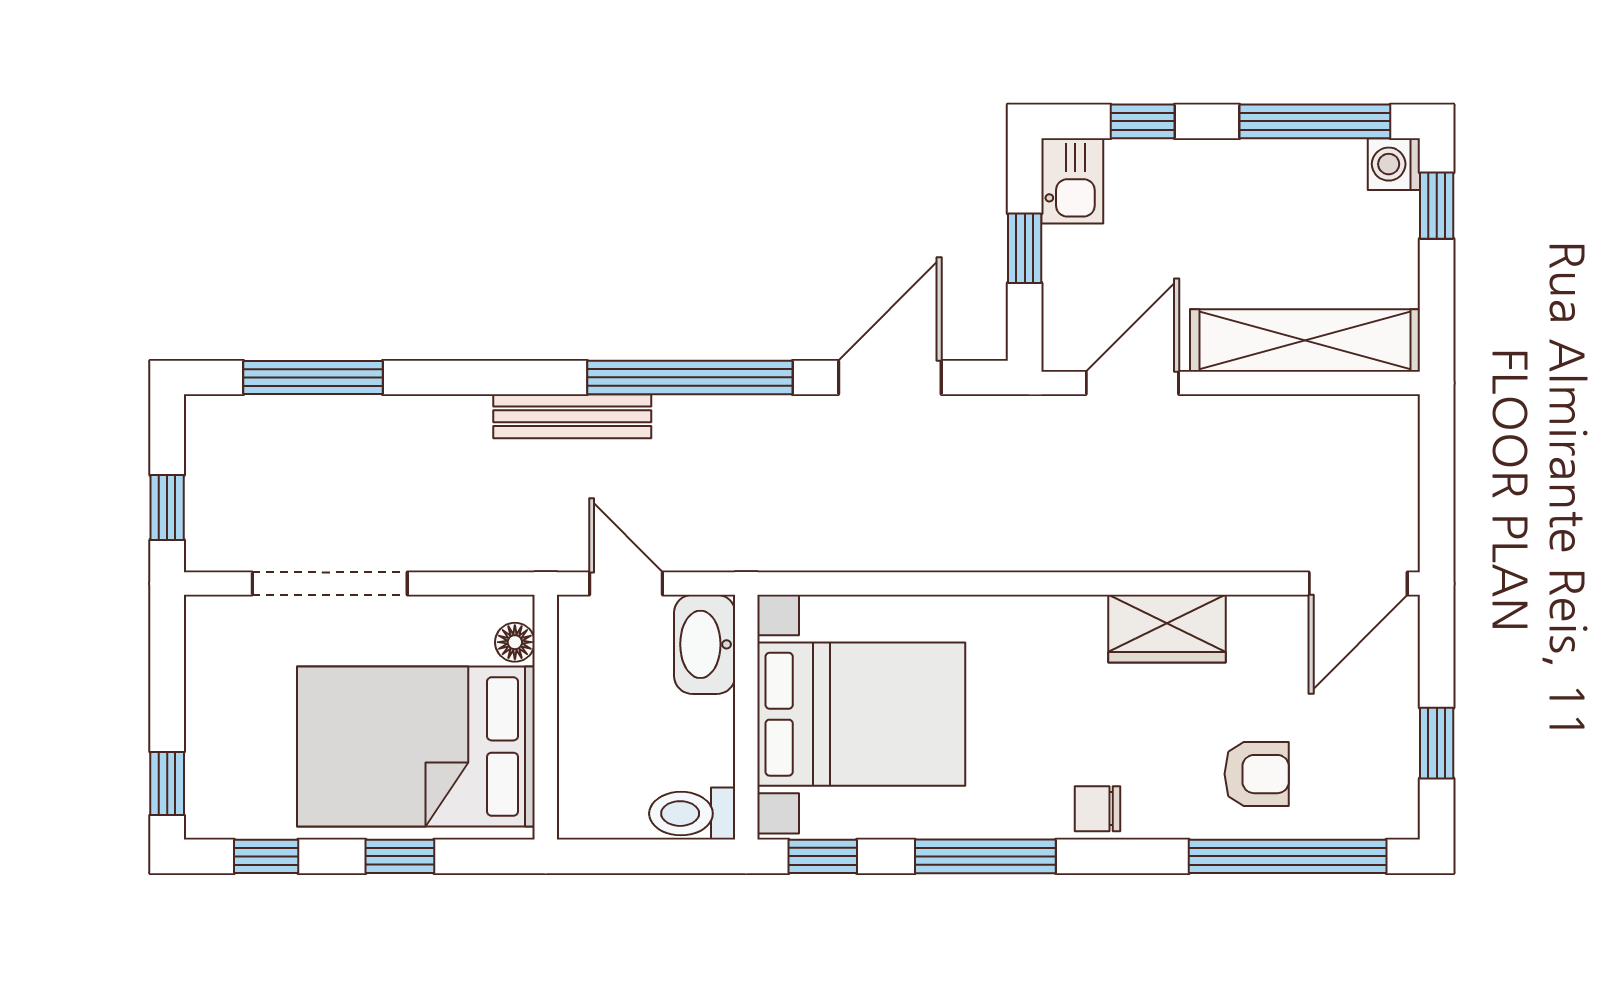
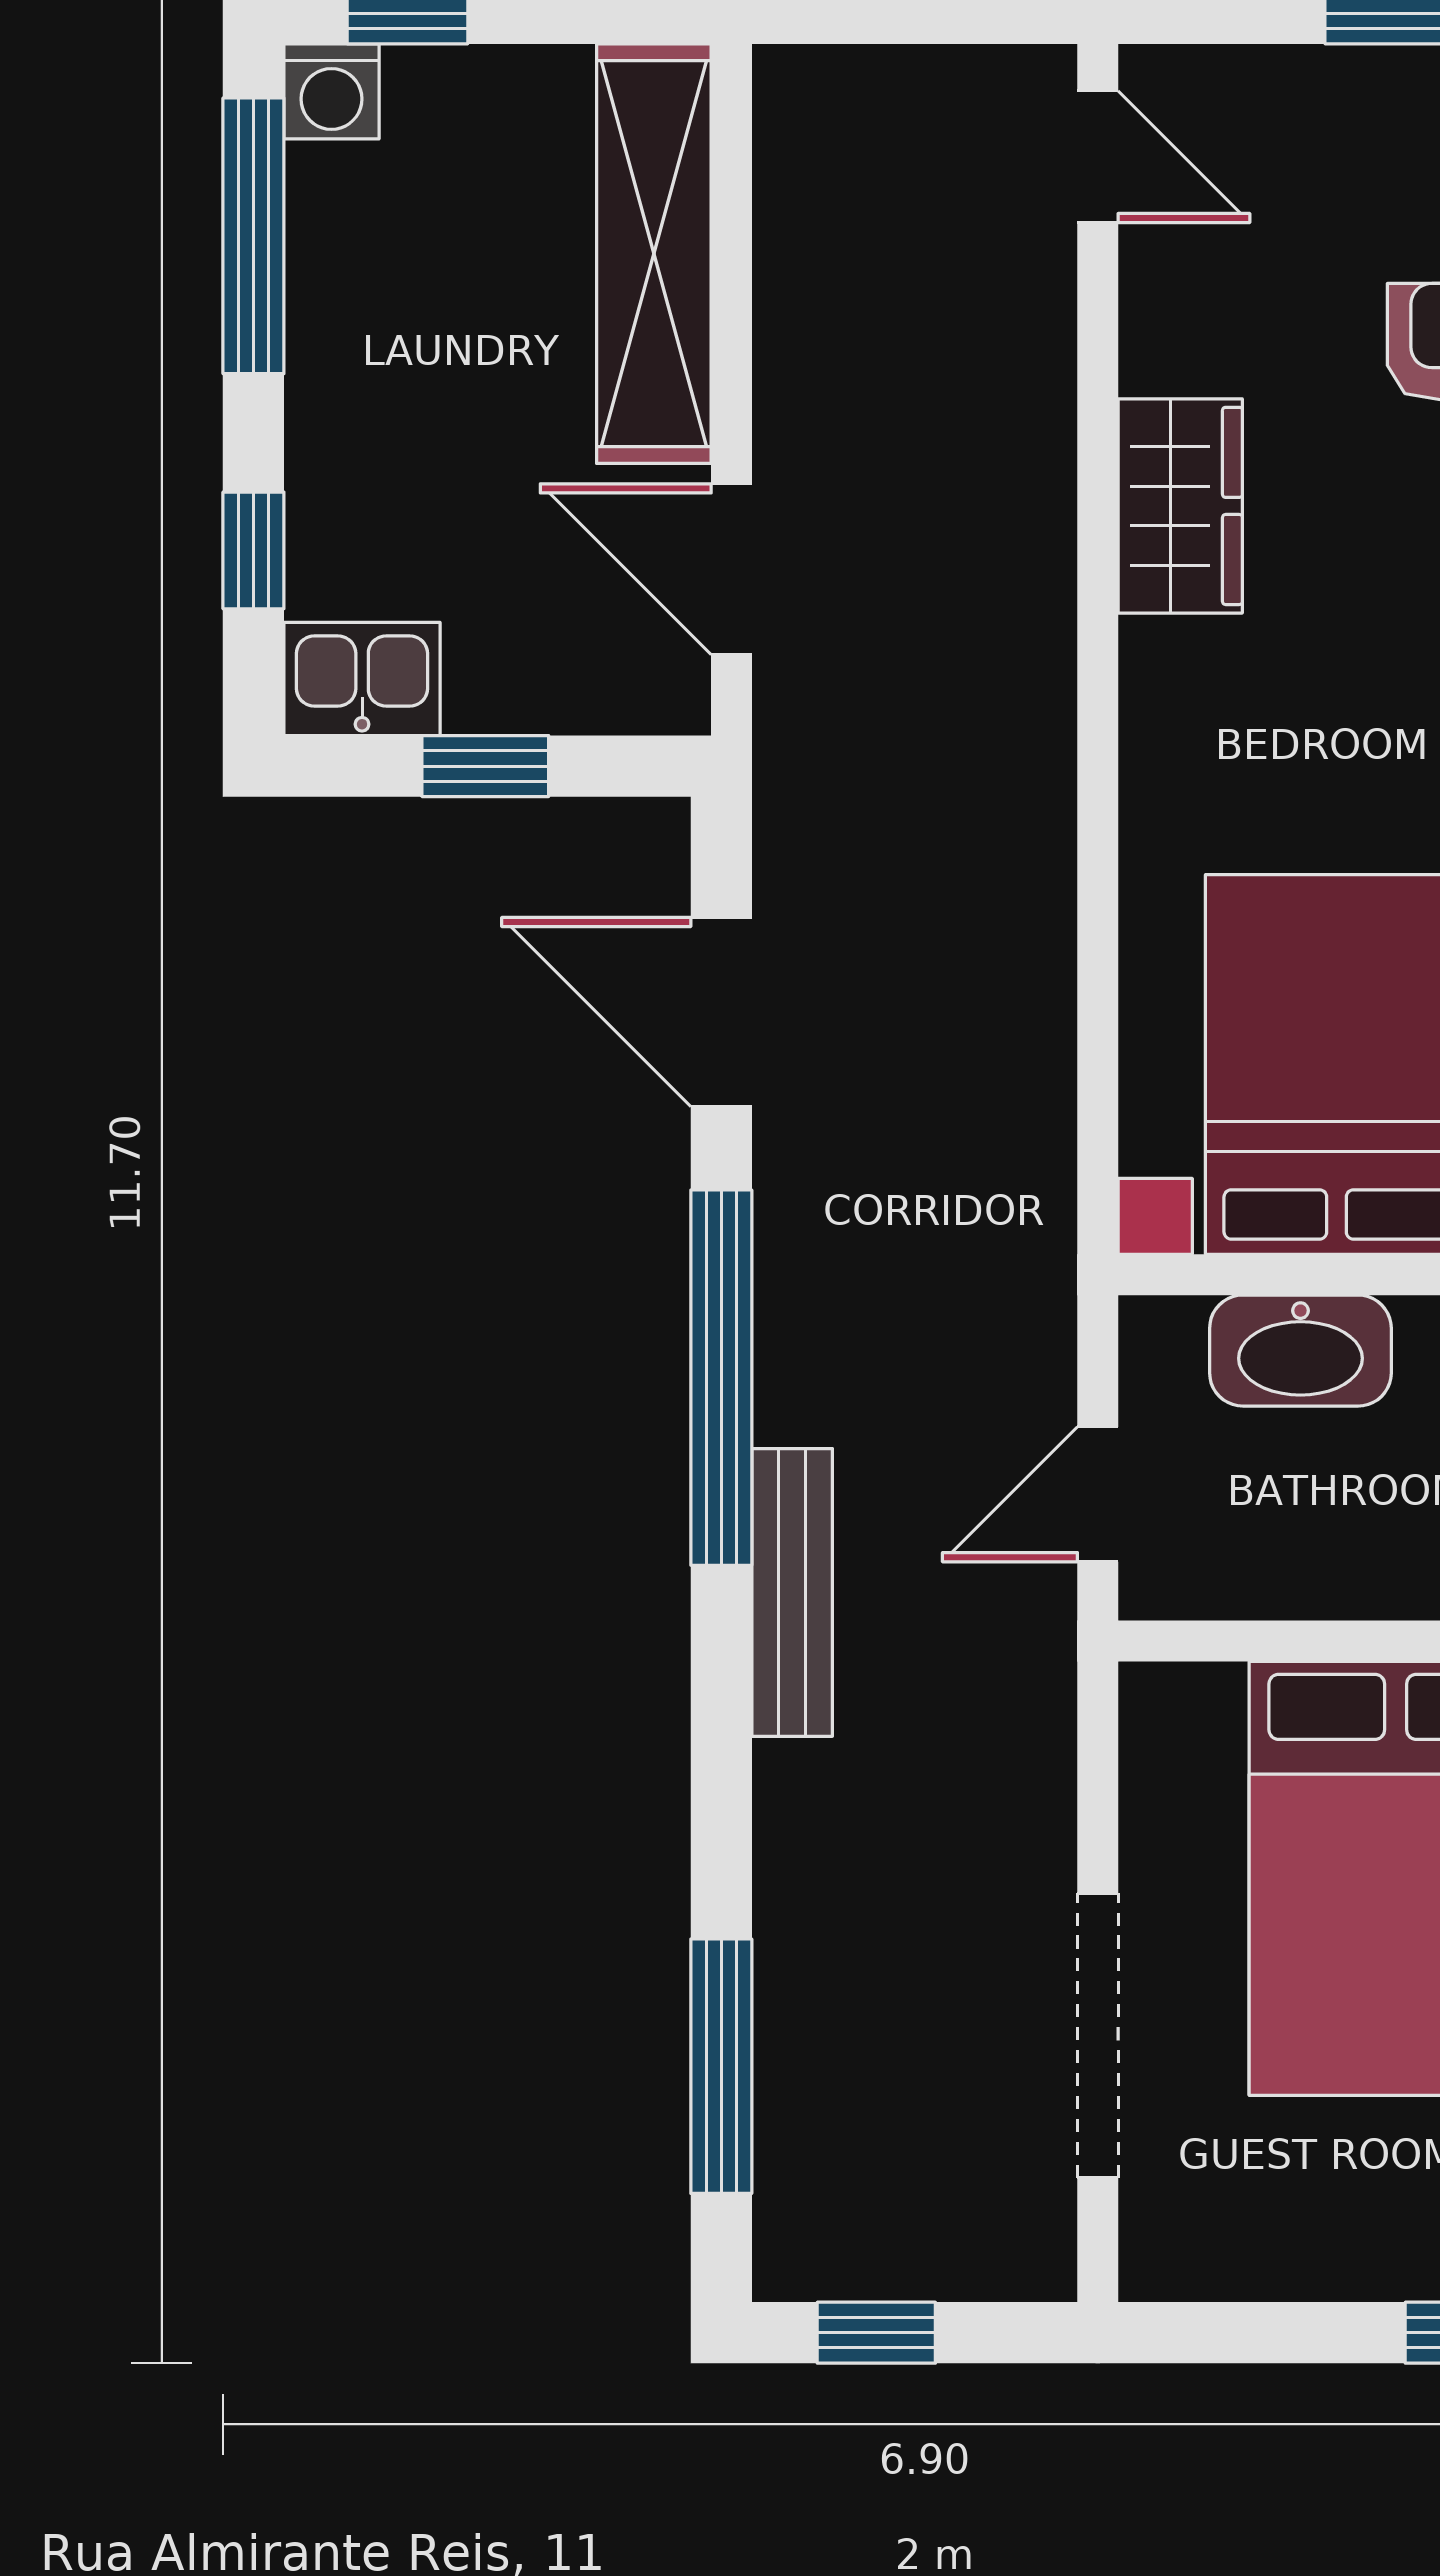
window: (167, 507) -> (876, 2333), moved
door: (1358, 583) -> (1098, 157), width x0.73
floor lamp: (515, 642) -> (1205, 1697), removed
washbasin: (705, 644) -> (1300, 1351), moved

